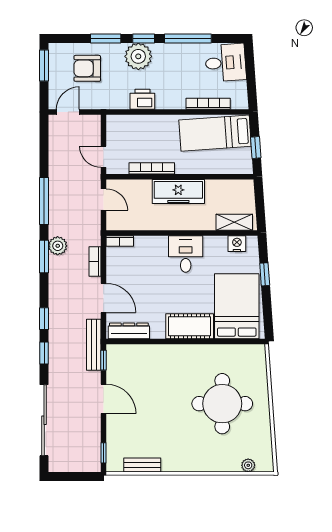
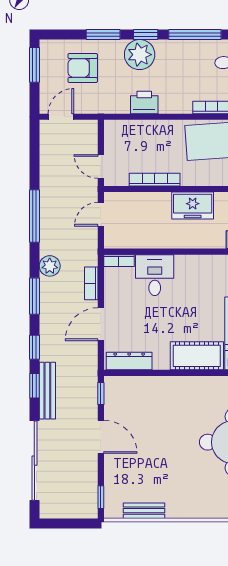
freezer: (178, 192) -> (193, 205), width x0.71
door: (104, 199) -> (101, 214), swing flipped
desk: (186, 254) -> (155, 275), moved
window: (44, 257) -> (34, 296), moved
door: (104, 298) -> (101, 324), swing flipped
bench: (94, 345) -> (47, 391), moved

